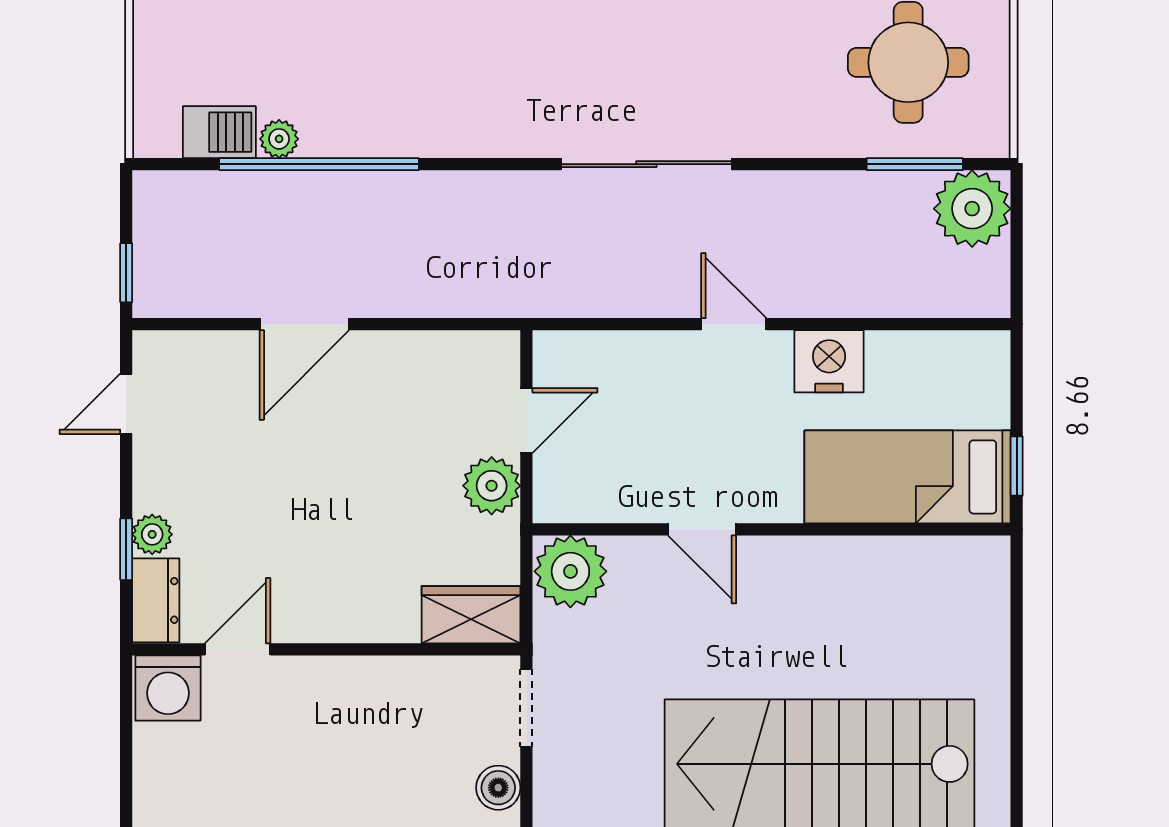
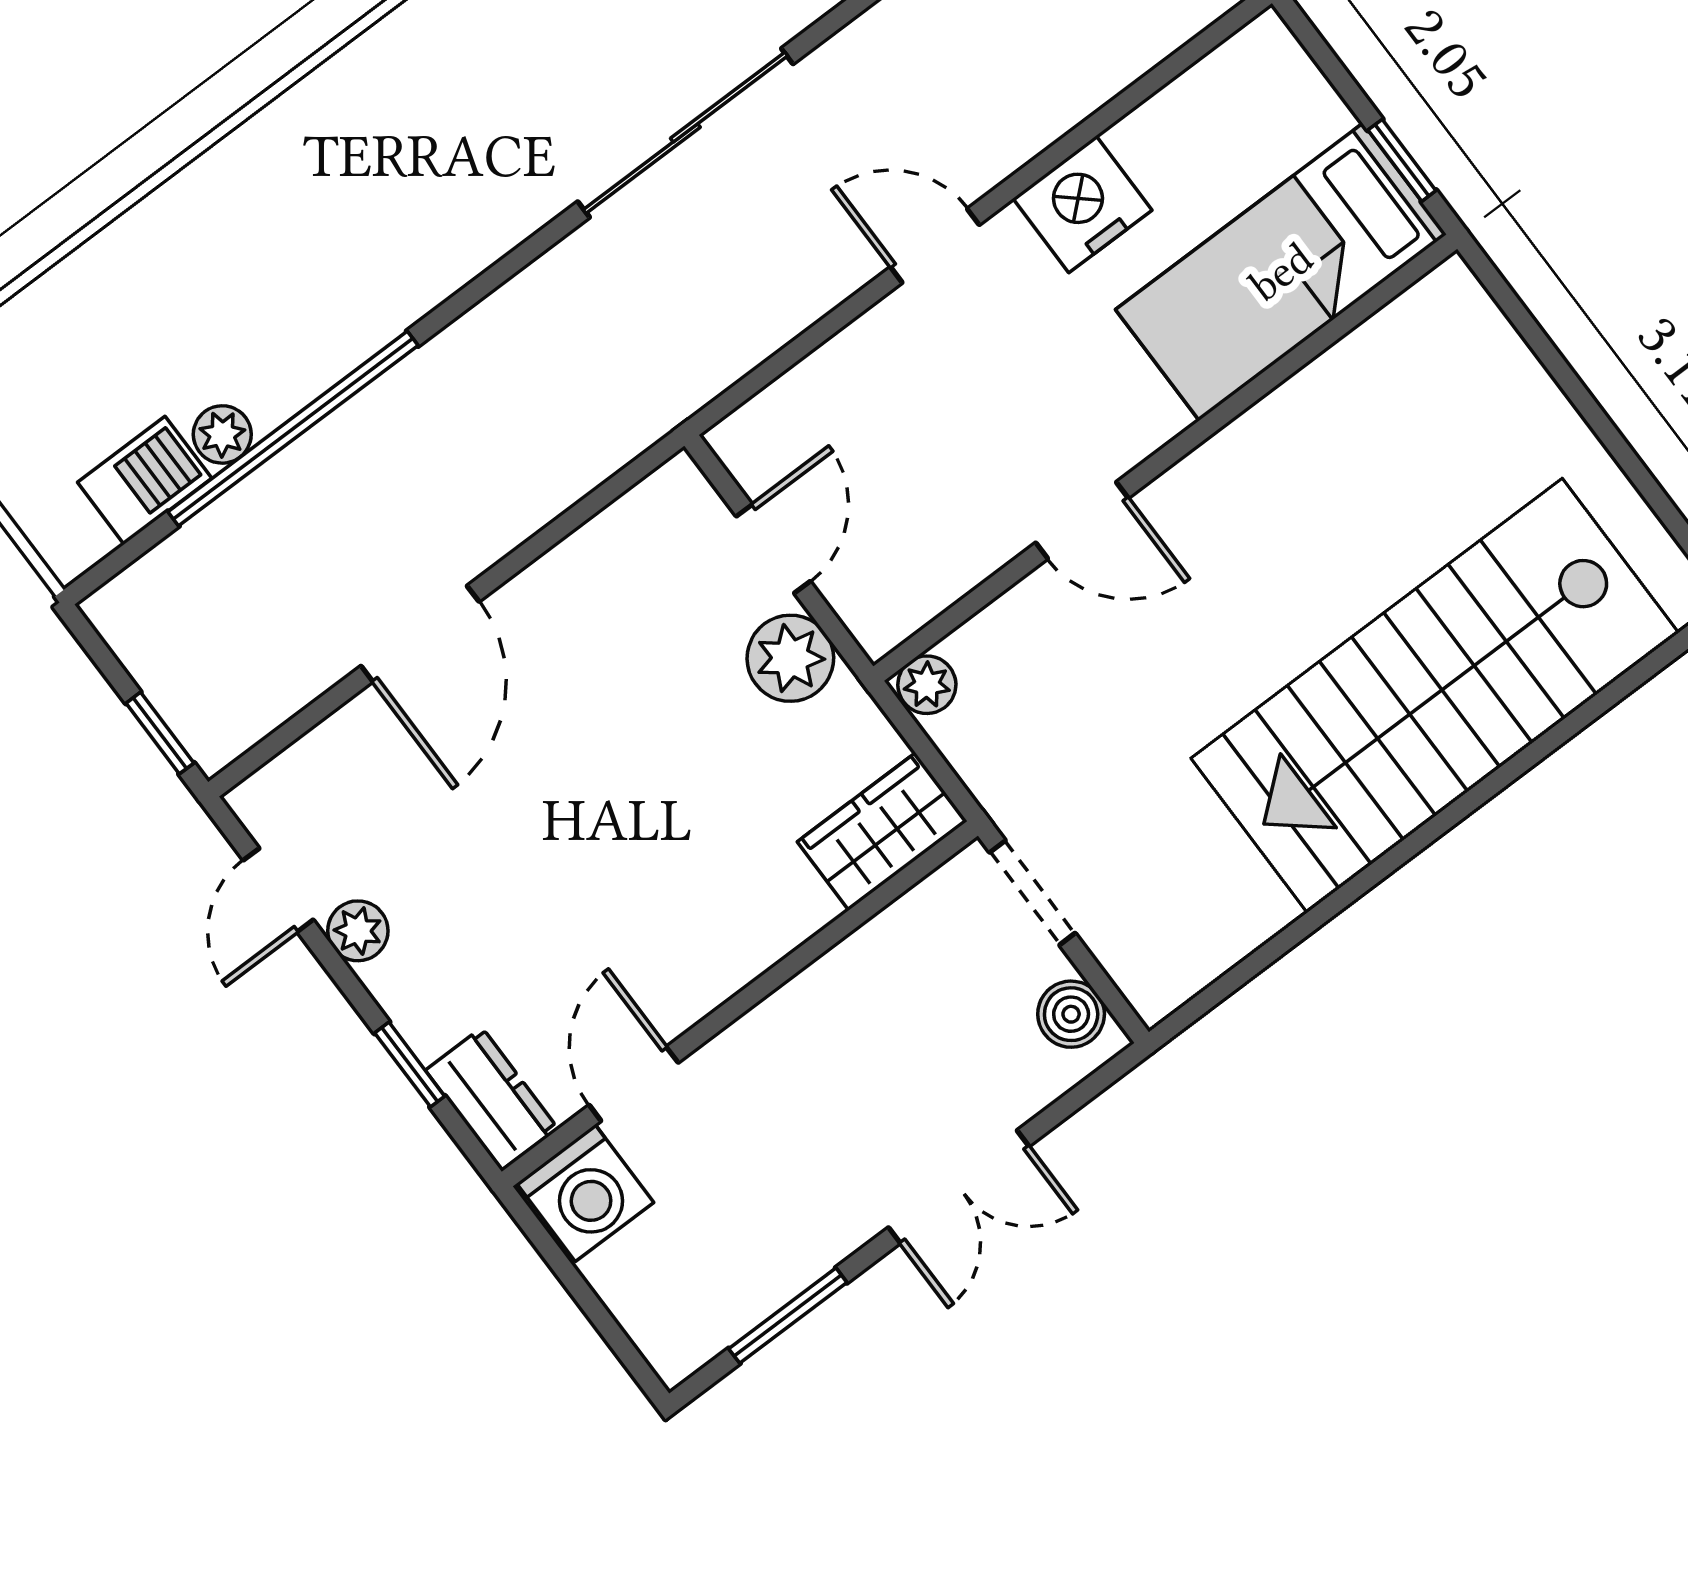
plant: (152, 534) -> (358, 931), moved
plant: (570, 571) -> (927, 685), width x0.53, depth x0.53

